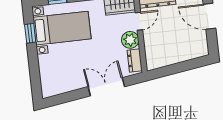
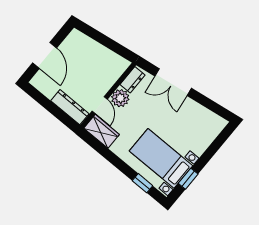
door: (139, 21) -> (100, 105), swing flipped

